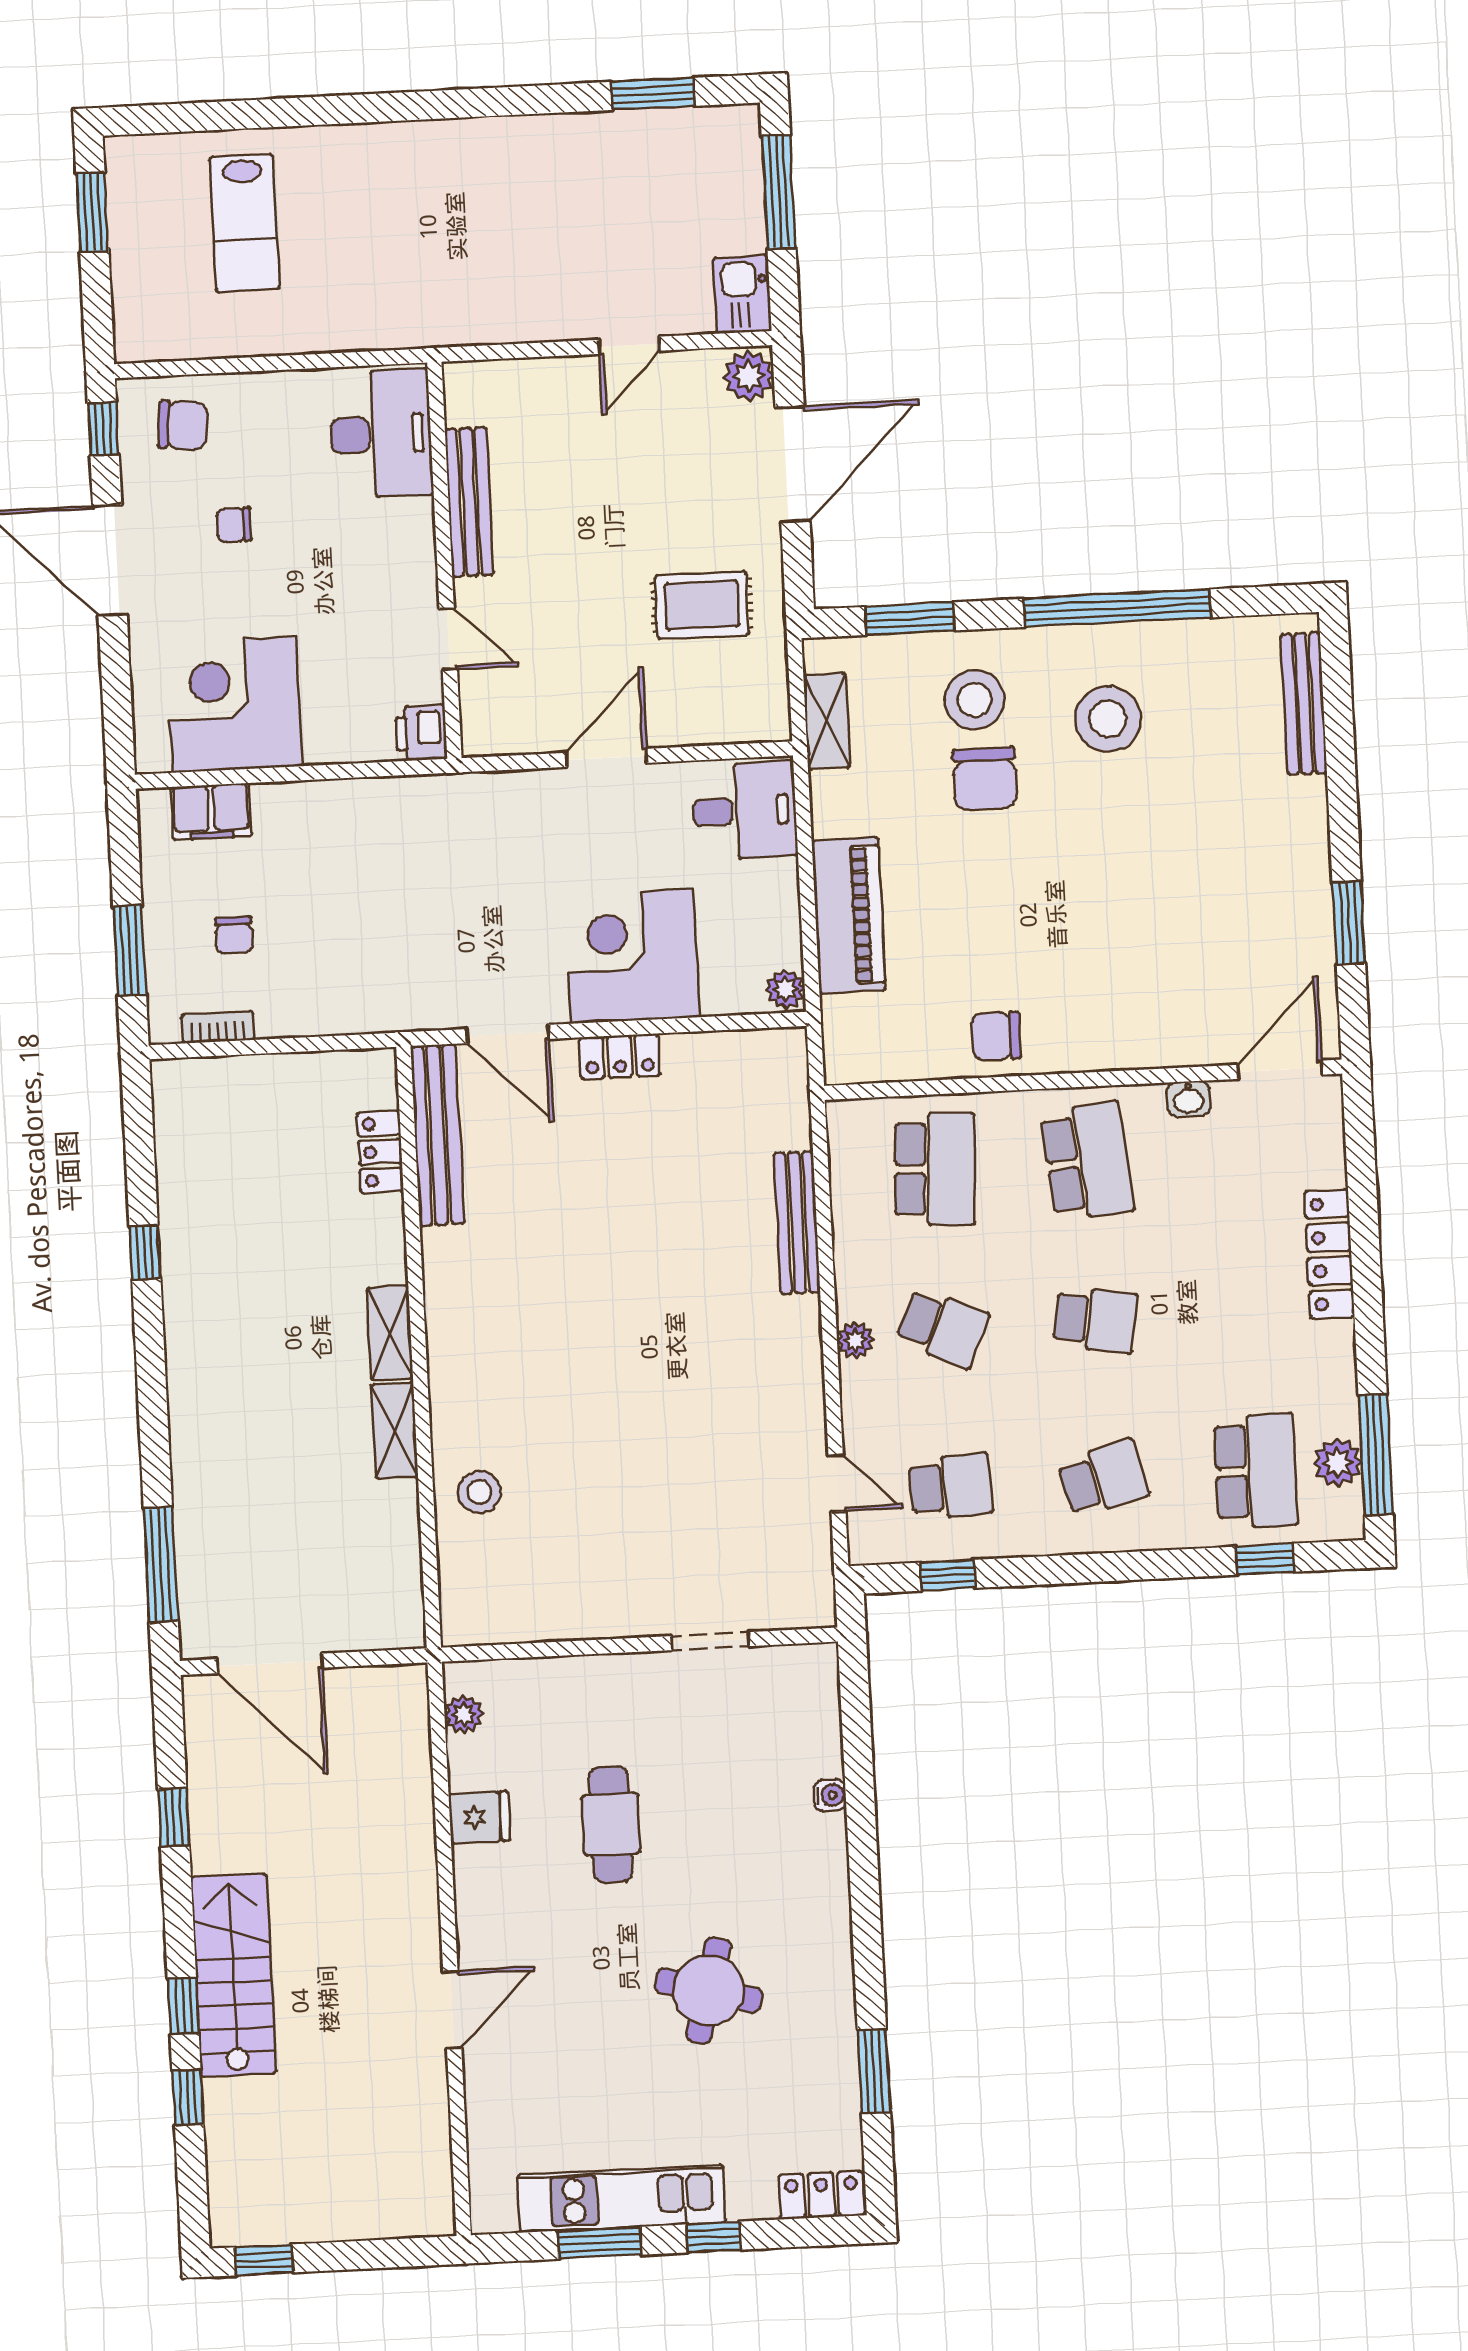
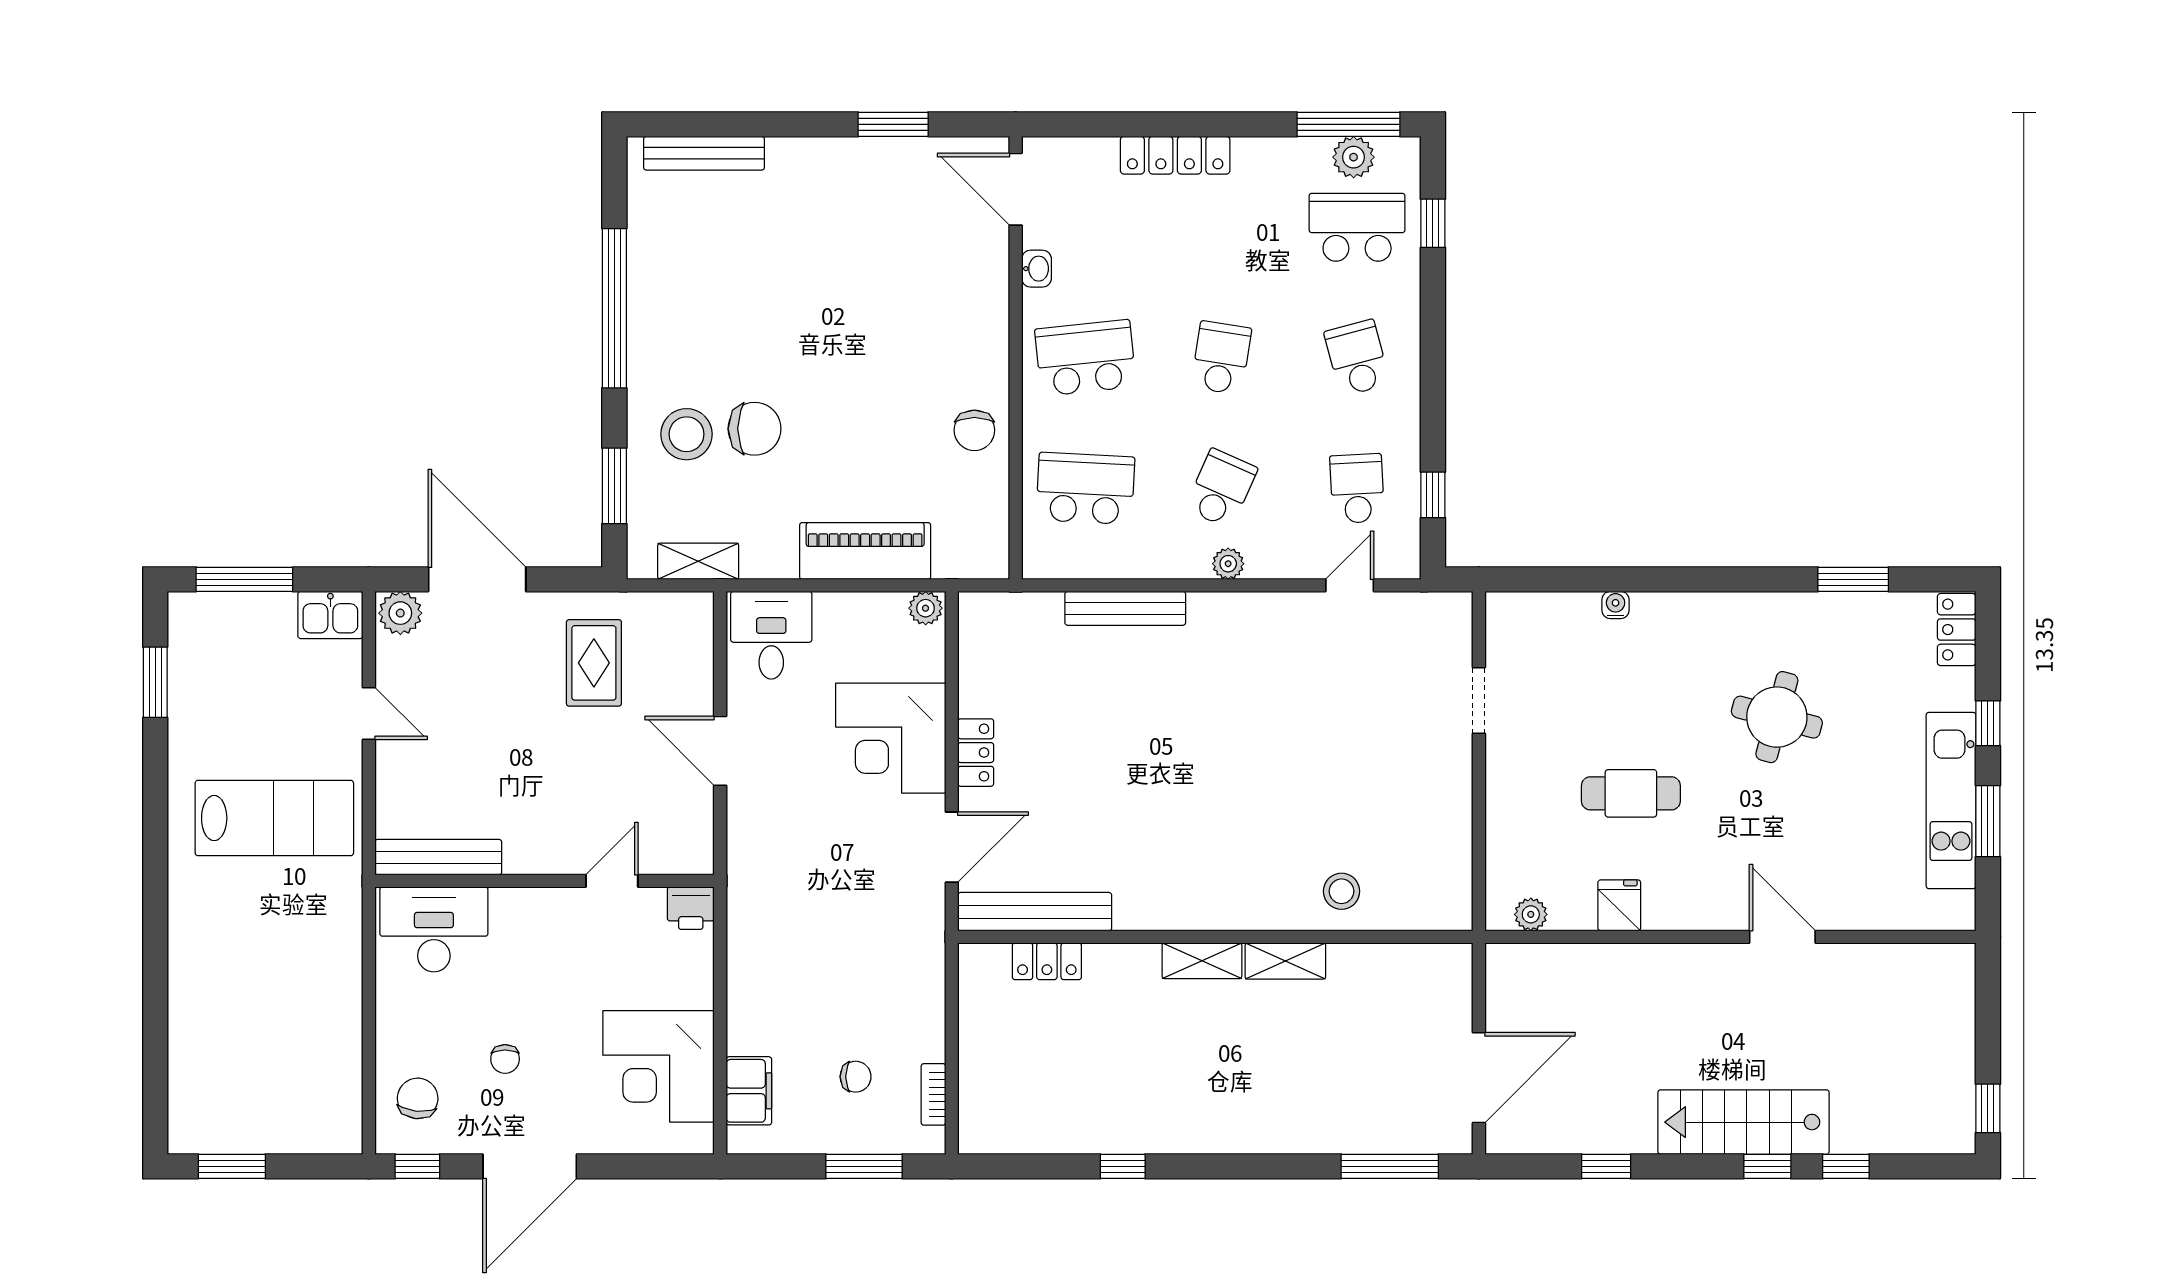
lab bench: (244, 223) -> (274, 818), moved, width x1.36, depth x1.39
bench: (469, 502) -> (438, 857), moved
stool: (1108, 719) -> (709, 321), removed

